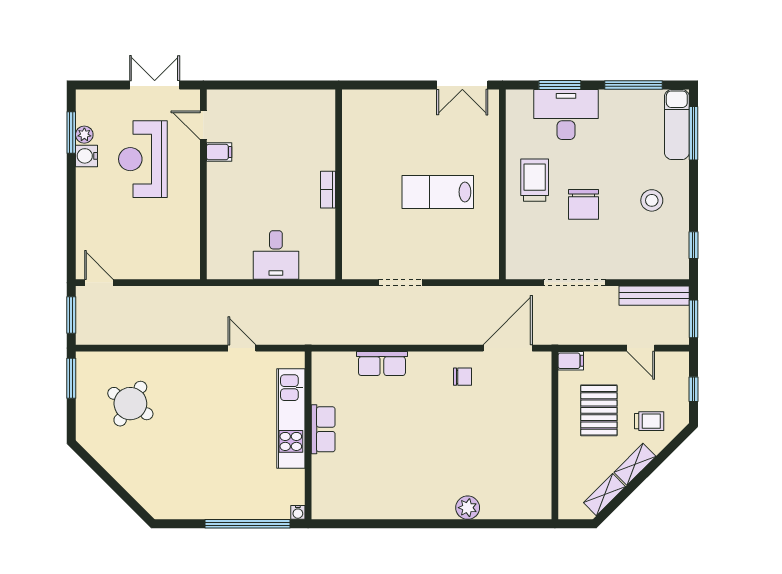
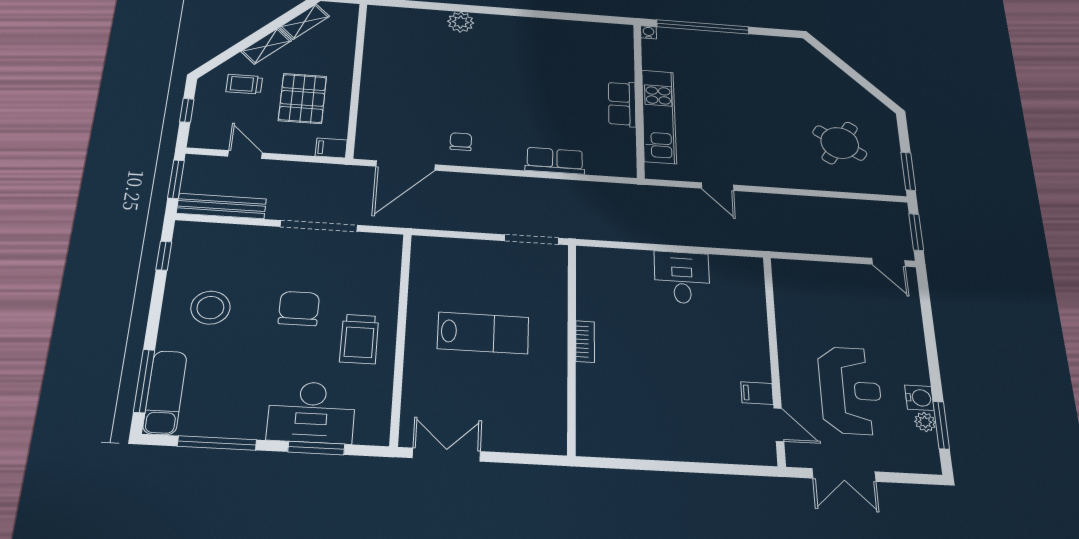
wall: (339, 184) -> (572, 347), moved
bookcase: (328, 190) -> (585, 342), moved
stool: (652, 200) -> (210, 308), width x1.38, depth x1.38
chair: (462, 377) -> (461, 142), turned 90

